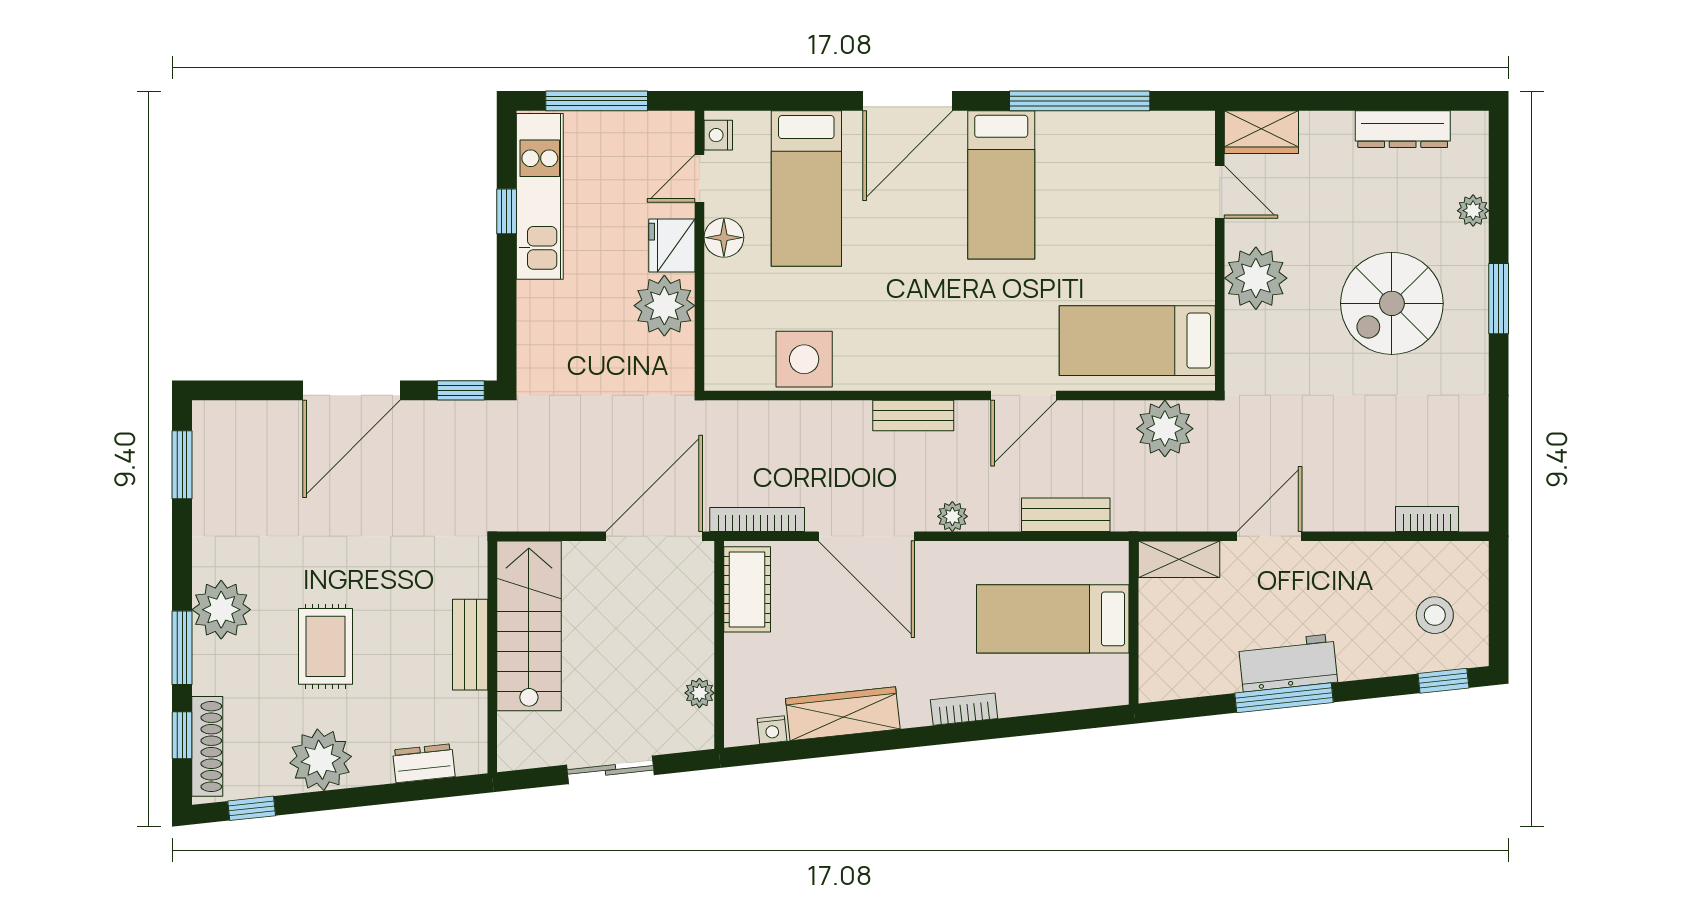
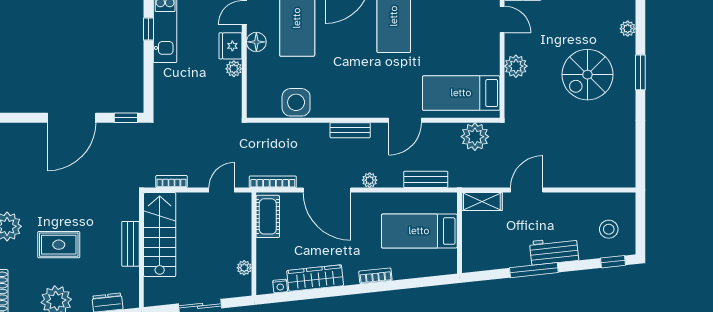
plant: (1256, 278) -> (516, 66), width x0.73, depth x0.73
plant: (664, 306) -> (234, 69), width x0.53, depth x0.53
bookcase: (1427, 519) -> (171, 182), moved
door: (654, 536) -> (222, 190), width x0.53
rug: (325, 646) -> (59, 245), turned 90
workbench: (1288, 663) -> (554, 251), moved

